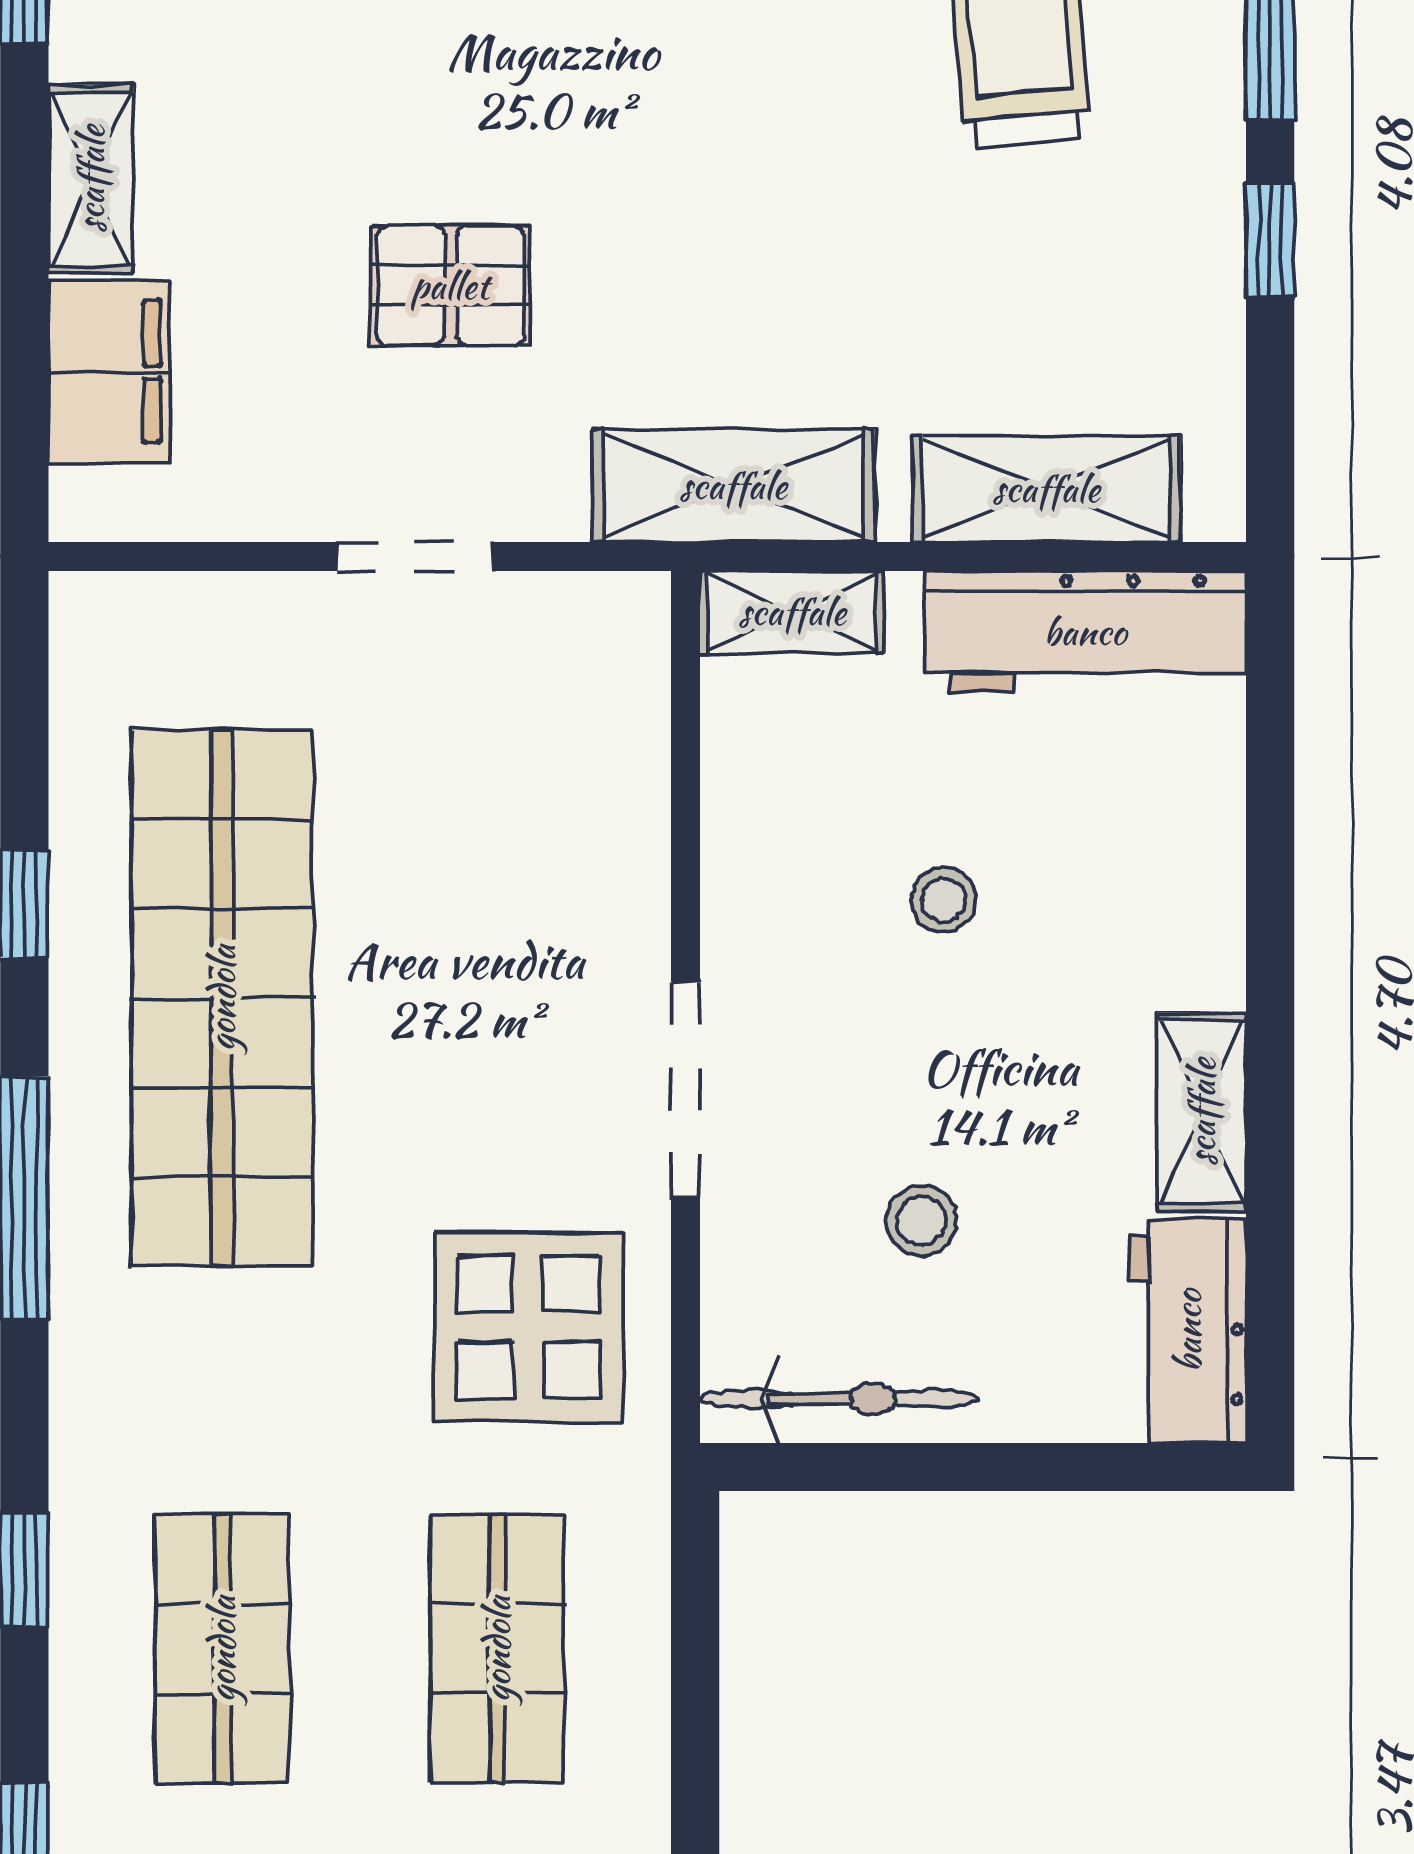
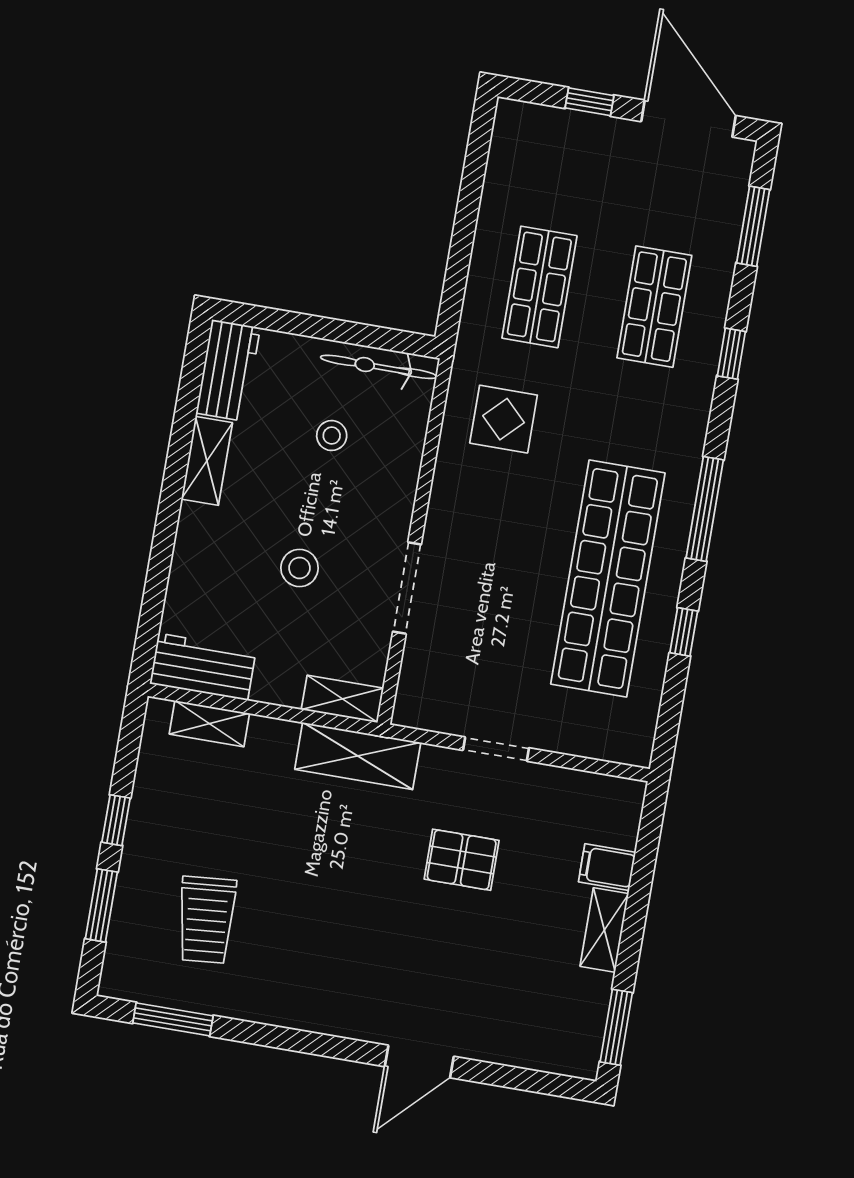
filing cabinet: (109, 372) -> (607, 867), width x0.50
shelving: (1046, 489) -> (209, 724), width x0.67, depth x0.75
workbench: (1085, 632) -> (203, 667), width x0.73
stool: (944, 900) -> (300, 568), width x1.37, depth x1.37
doorway: (686, 1090) -> (407, 588), moved
display table: (528, 1327) -> (504, 419), width x0.73, depth x0.73

